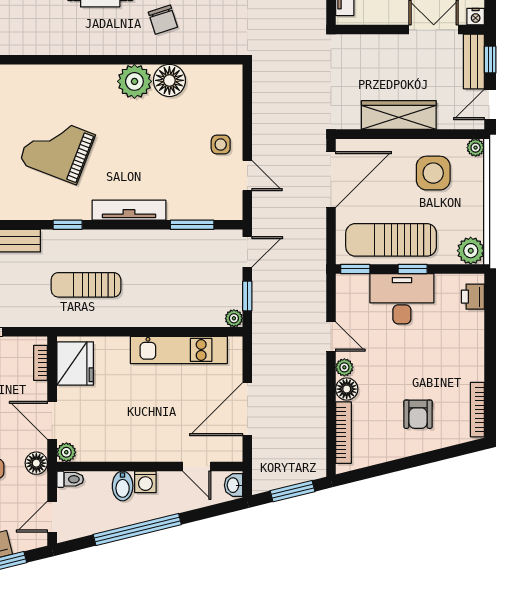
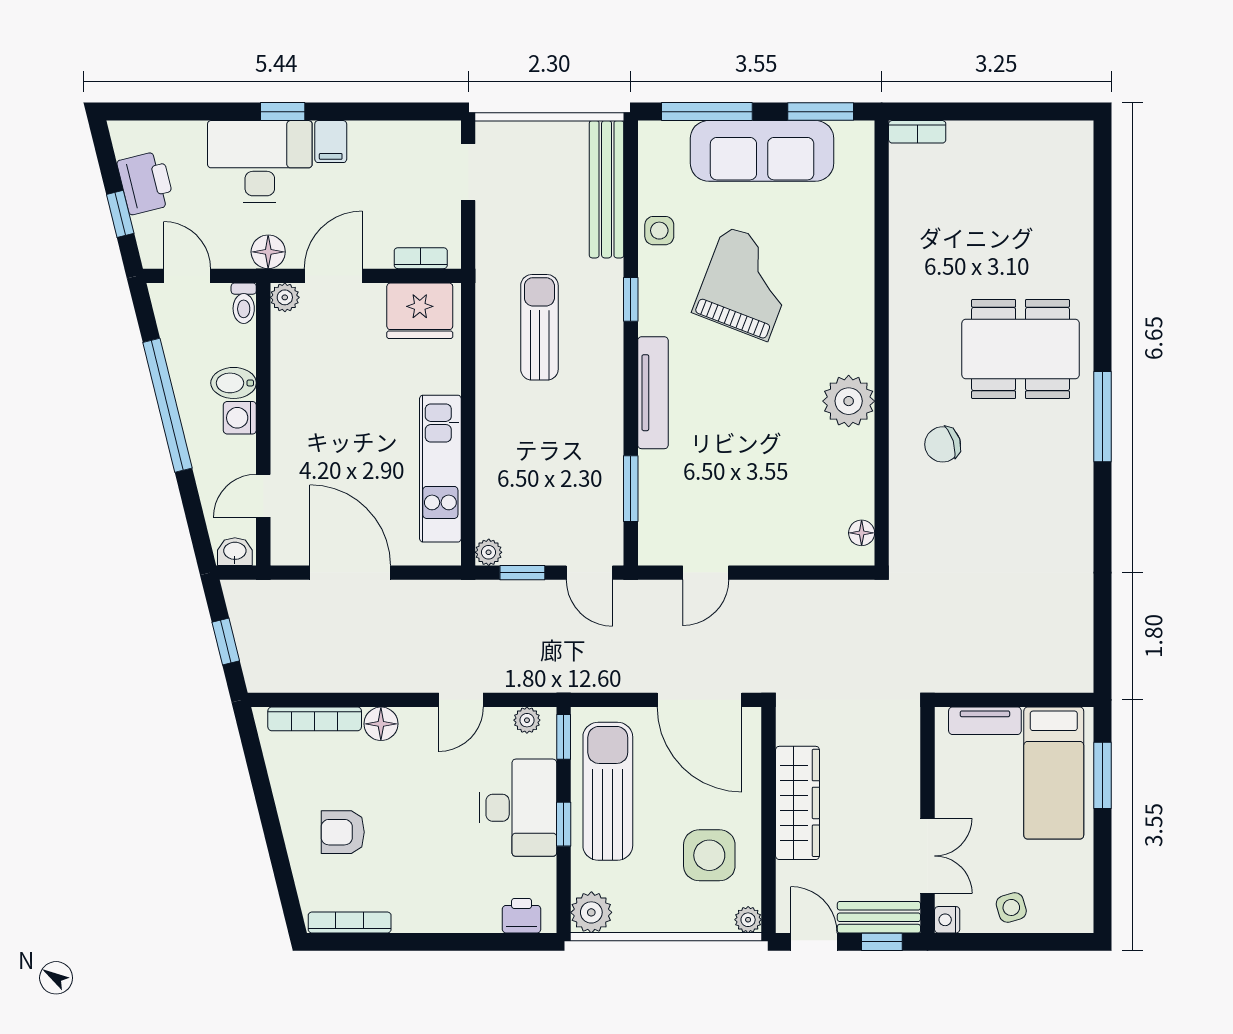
floor lamp: (169, 80) -> (862, 533), moved, width x0.53, depth x0.53
side table: (221, 145) -> (659, 231), moved
plant: (344, 367) -> (527, 720), moved
window: (293, 491) -> (226, 642), width x0.67

